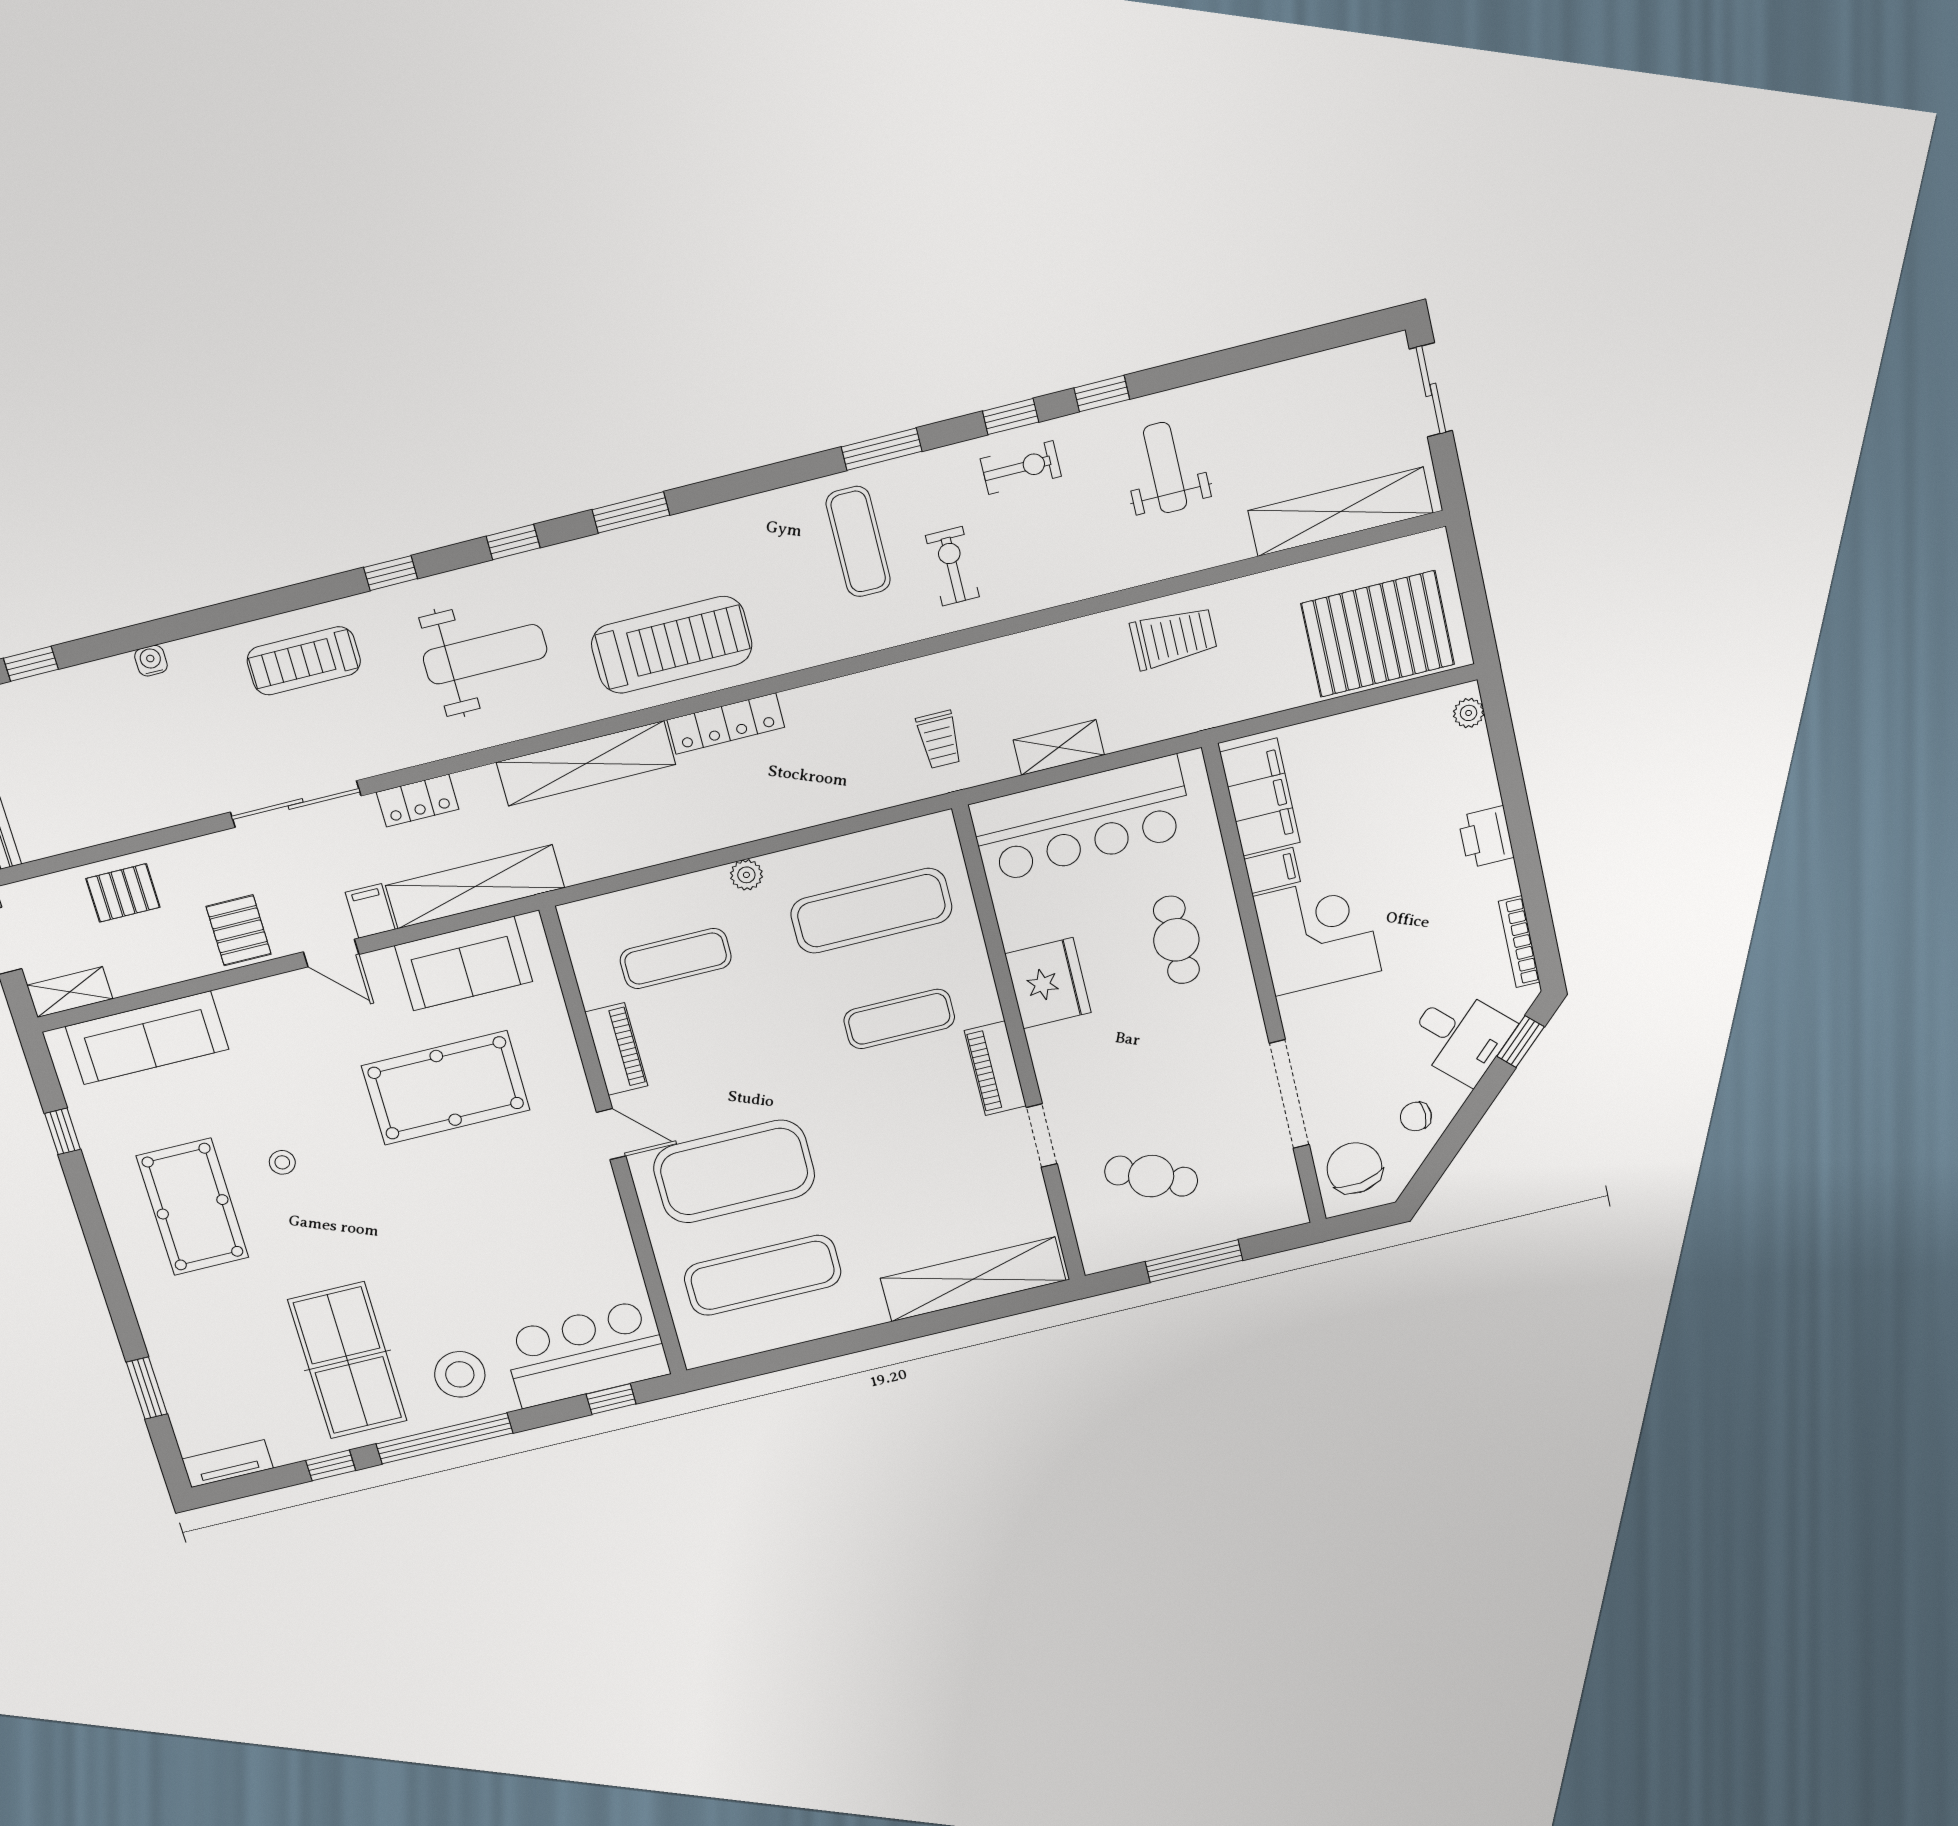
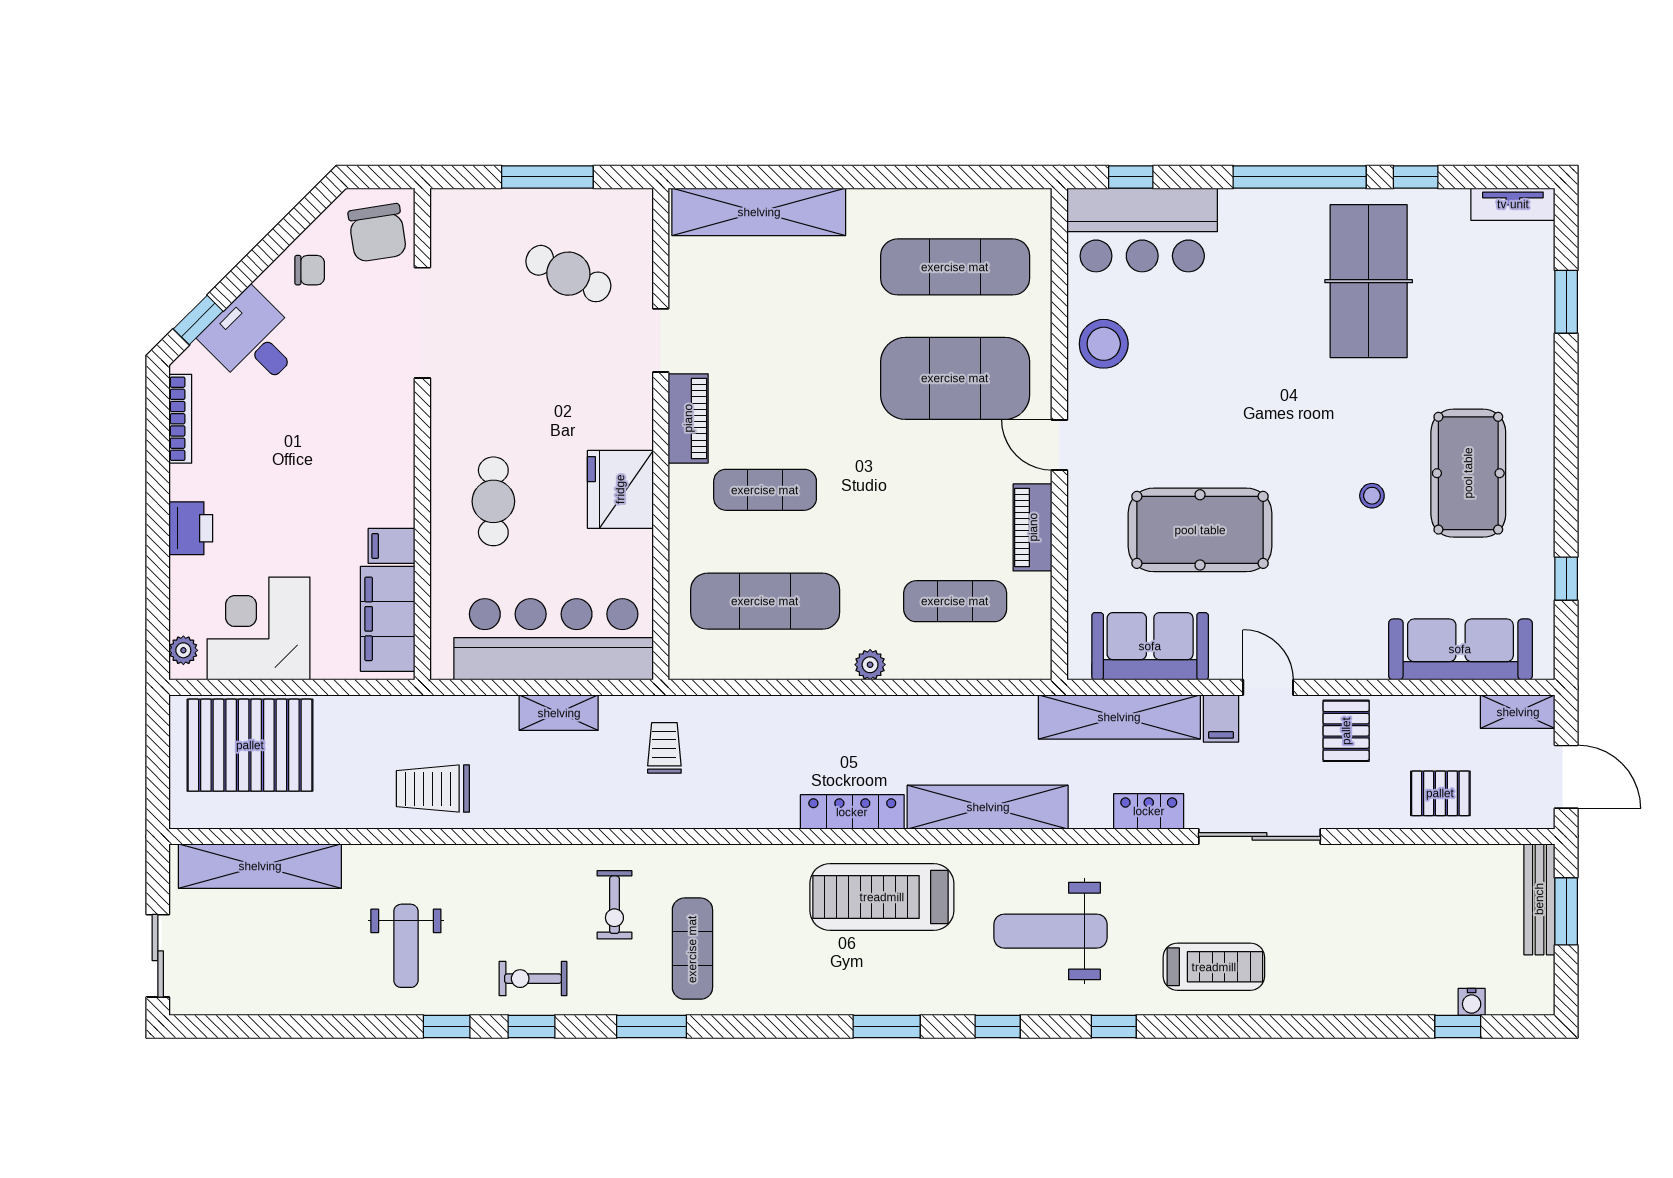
water cooler: (151, 661) -> (1472, 1002), moved
corner desk: (1317, 934) -> (258, 629), moved, turned 90
stool: (460, 1374) -> (1104, 344), moved

